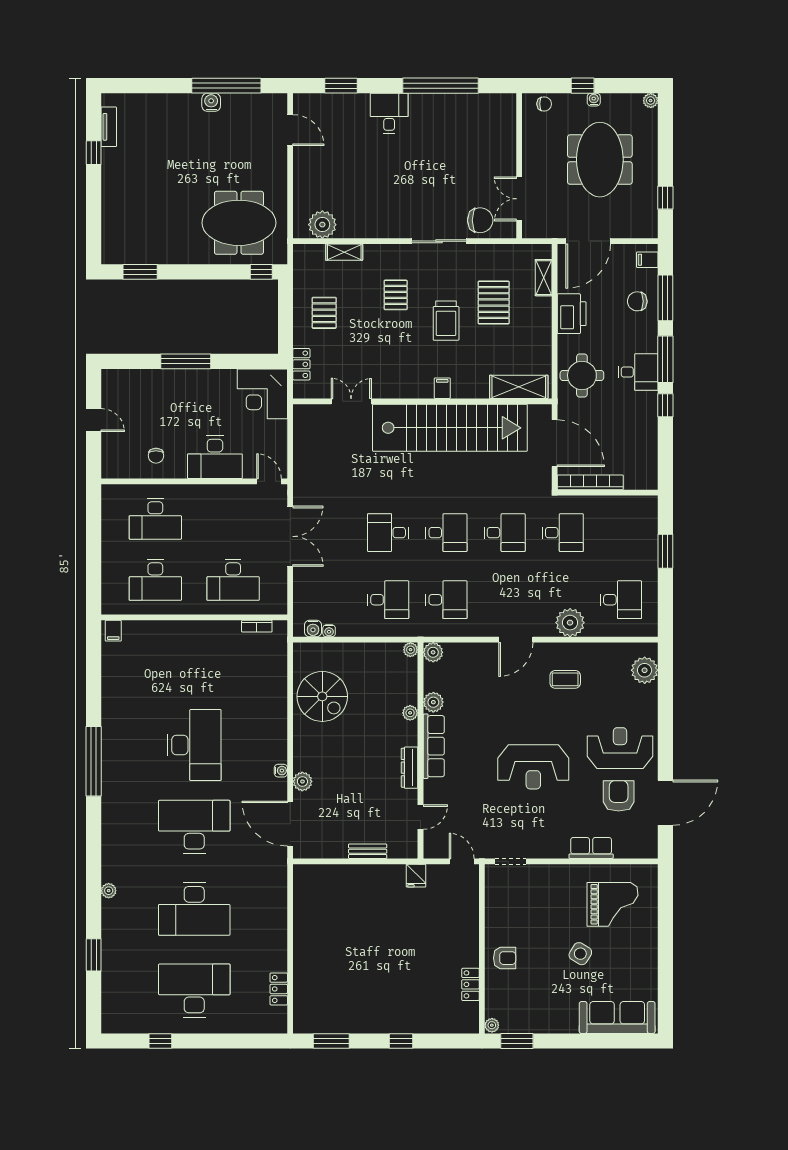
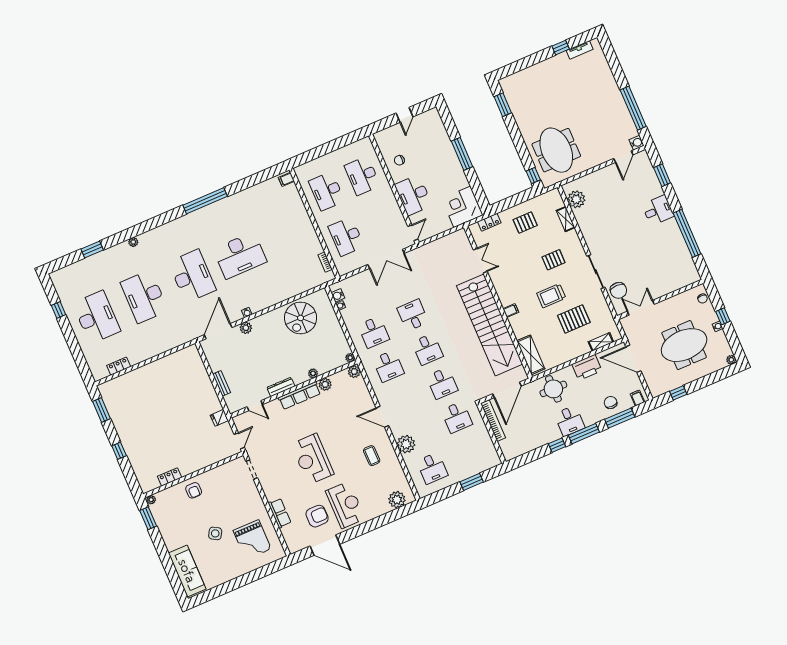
water cooler: (211, 102) -> (637, 143), moved

